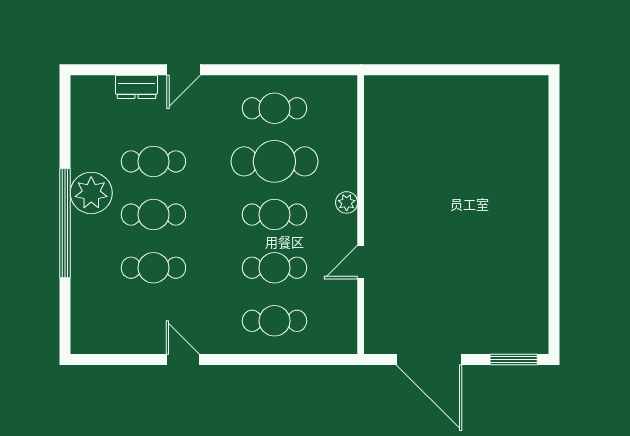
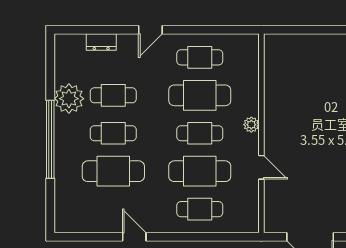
door: (184, 70) -> (150, 30), moved
plant: (91, 193) -> (69, 99), moved
door: (361, 262) -> (261, 167), swing flipped
cafe table: (153, 268) -> (113, 171), width x1.37, depth x1.35
cafe table: (274, 268) -> (200, 171), width x1.37, depth x1.35

